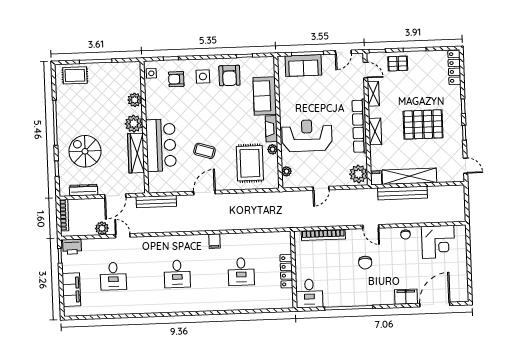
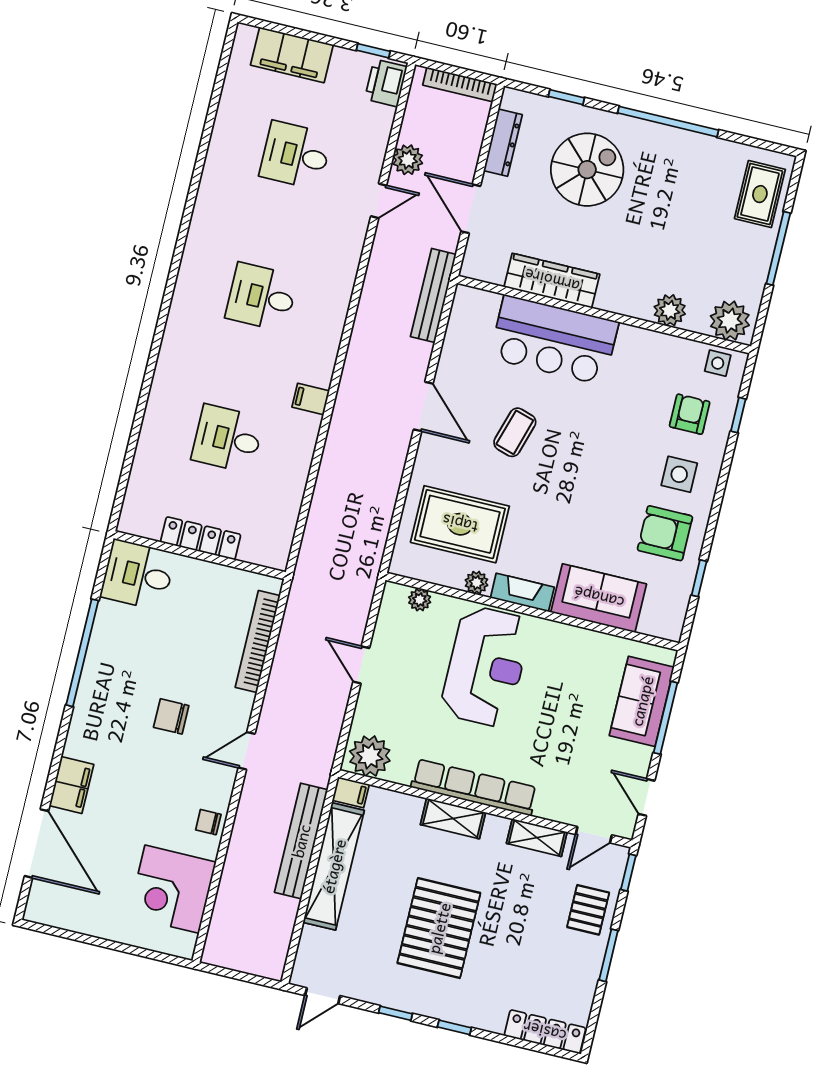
plant: (134, 124) -> (730, 321), moved

